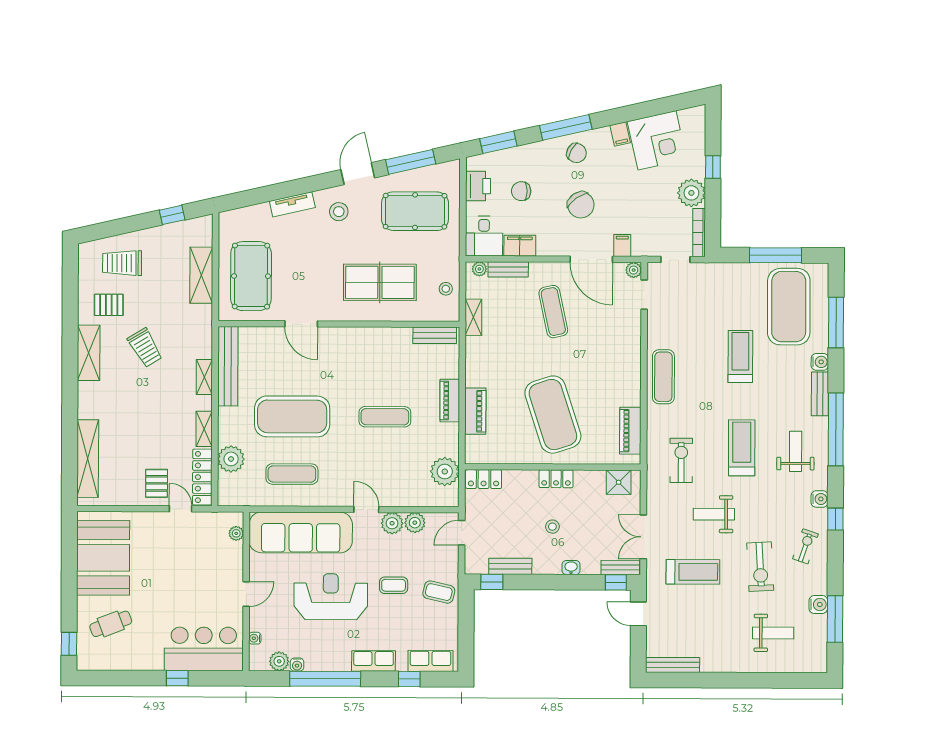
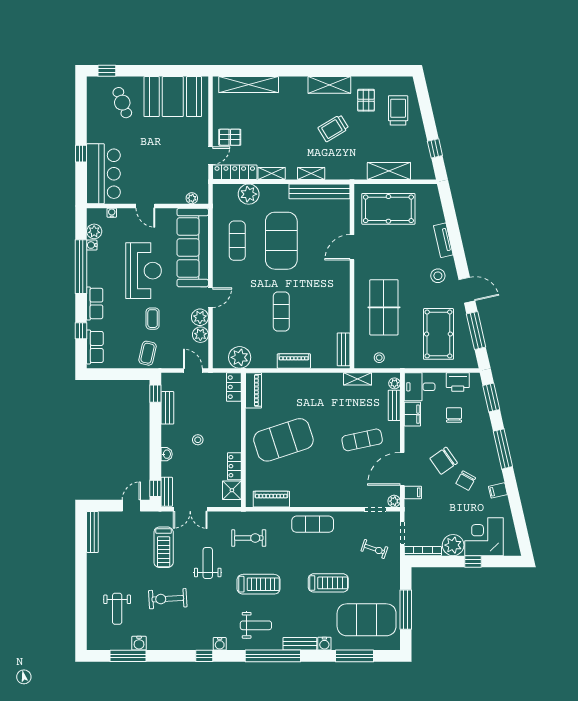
corner desk: (657, 140) -> (484, 537), moved, turned 103
chair: (576, 153) -> (466, 481), moved
piano: (475, 411) -> (253, 390), moved, turned -90
locker: (556, 479) -> (234, 466), moved
double door: (643, 537) -> (190, 509), swing flipped
exercise bike: (805, 546) -> (374, 549), moved

